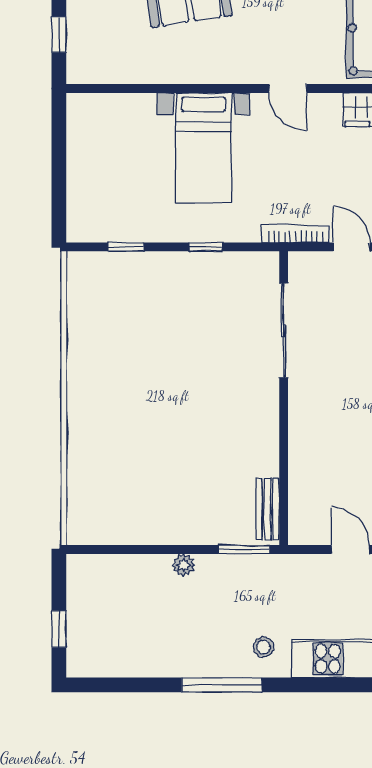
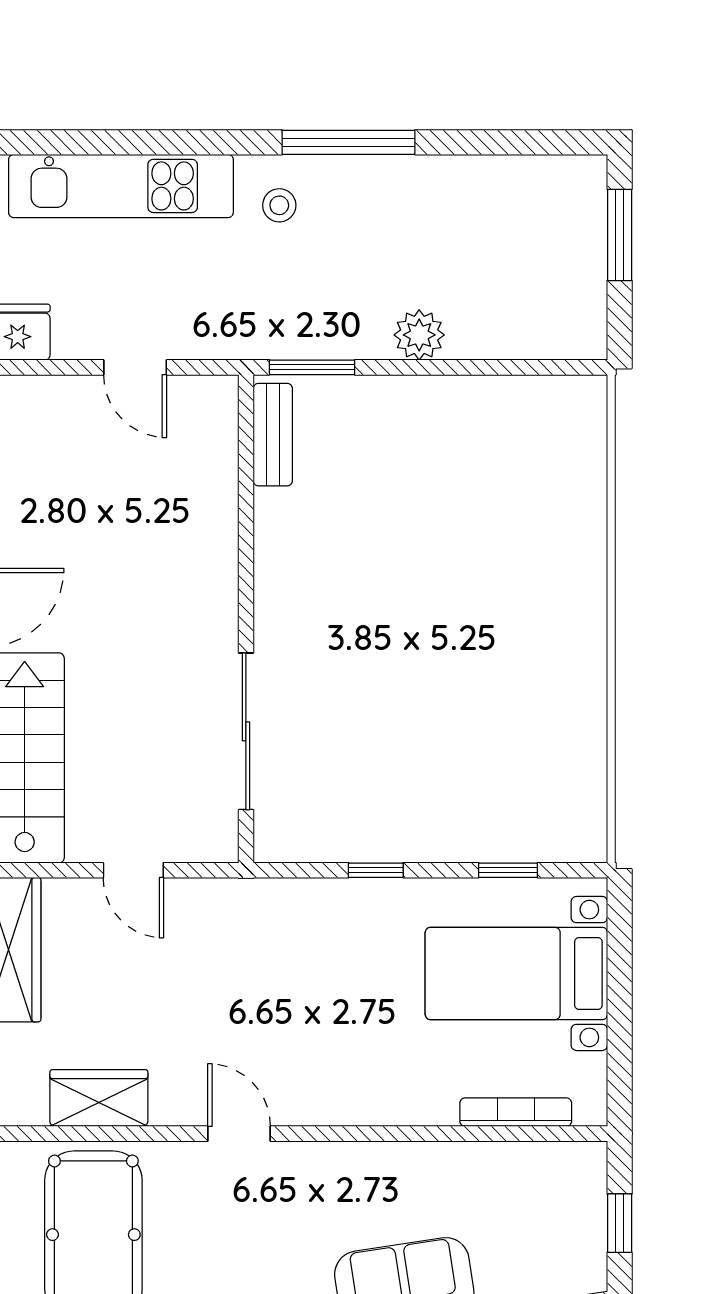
bed with nightstands: (204, 148) -> (516, 973), moved, turned -90
bookcase: (296, 234) -> (516, 1112), moved, turned 180
plant: (184, 565) -> (419, 335), width x1.38, depth x1.38
window: (59, 629) -> (620, 235), width x1.50

